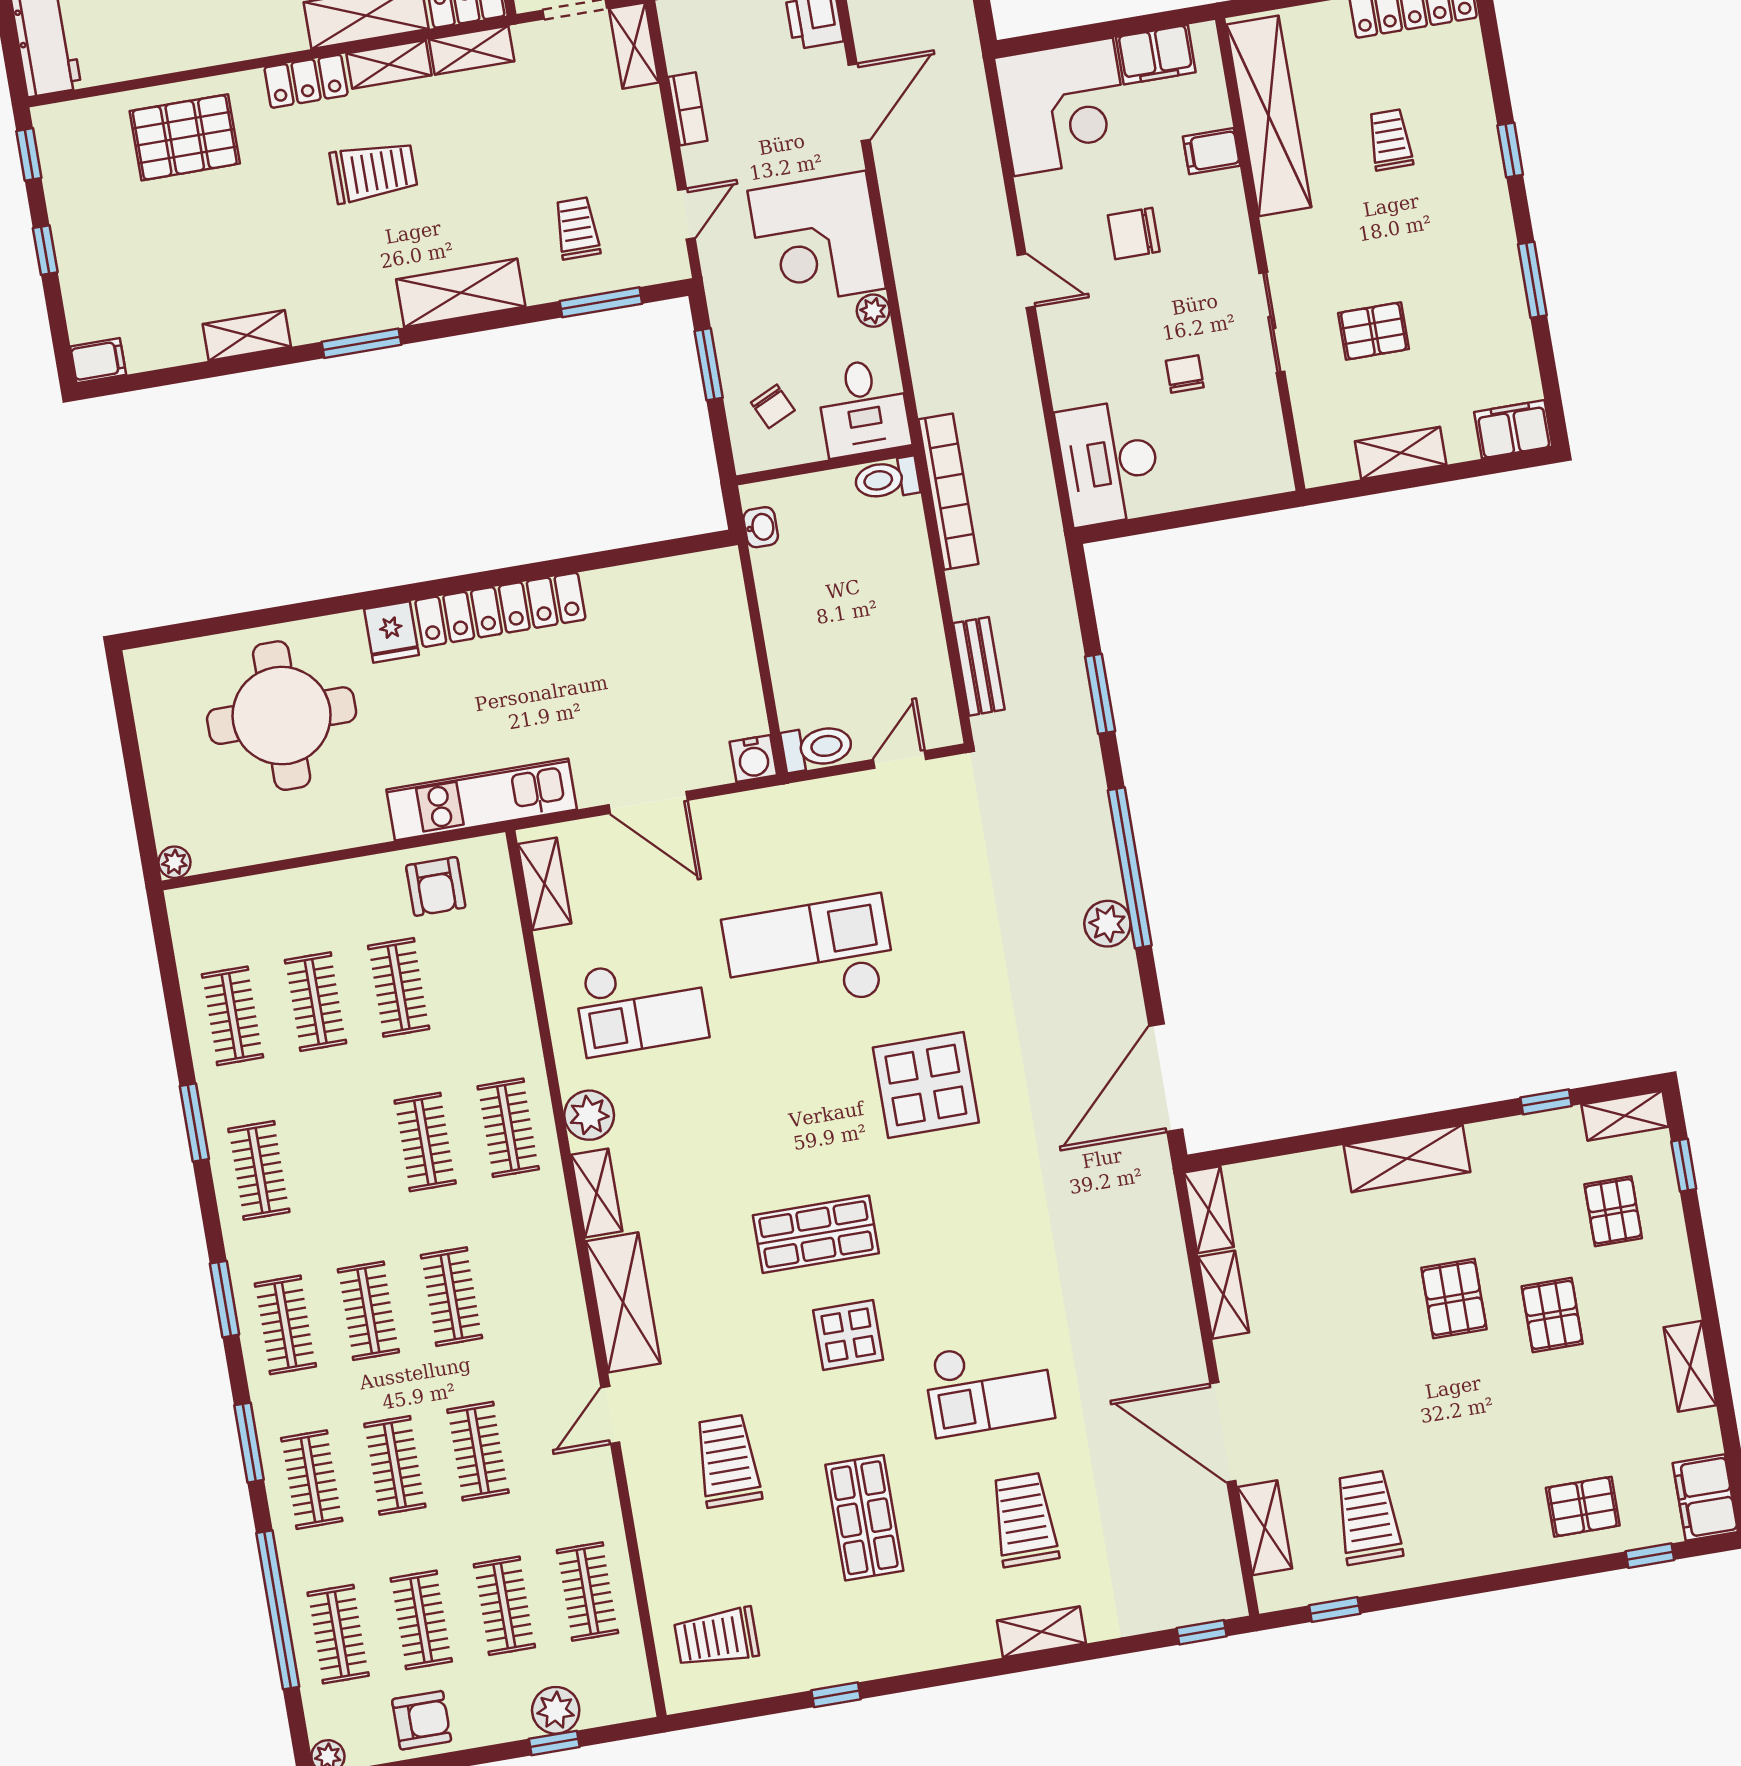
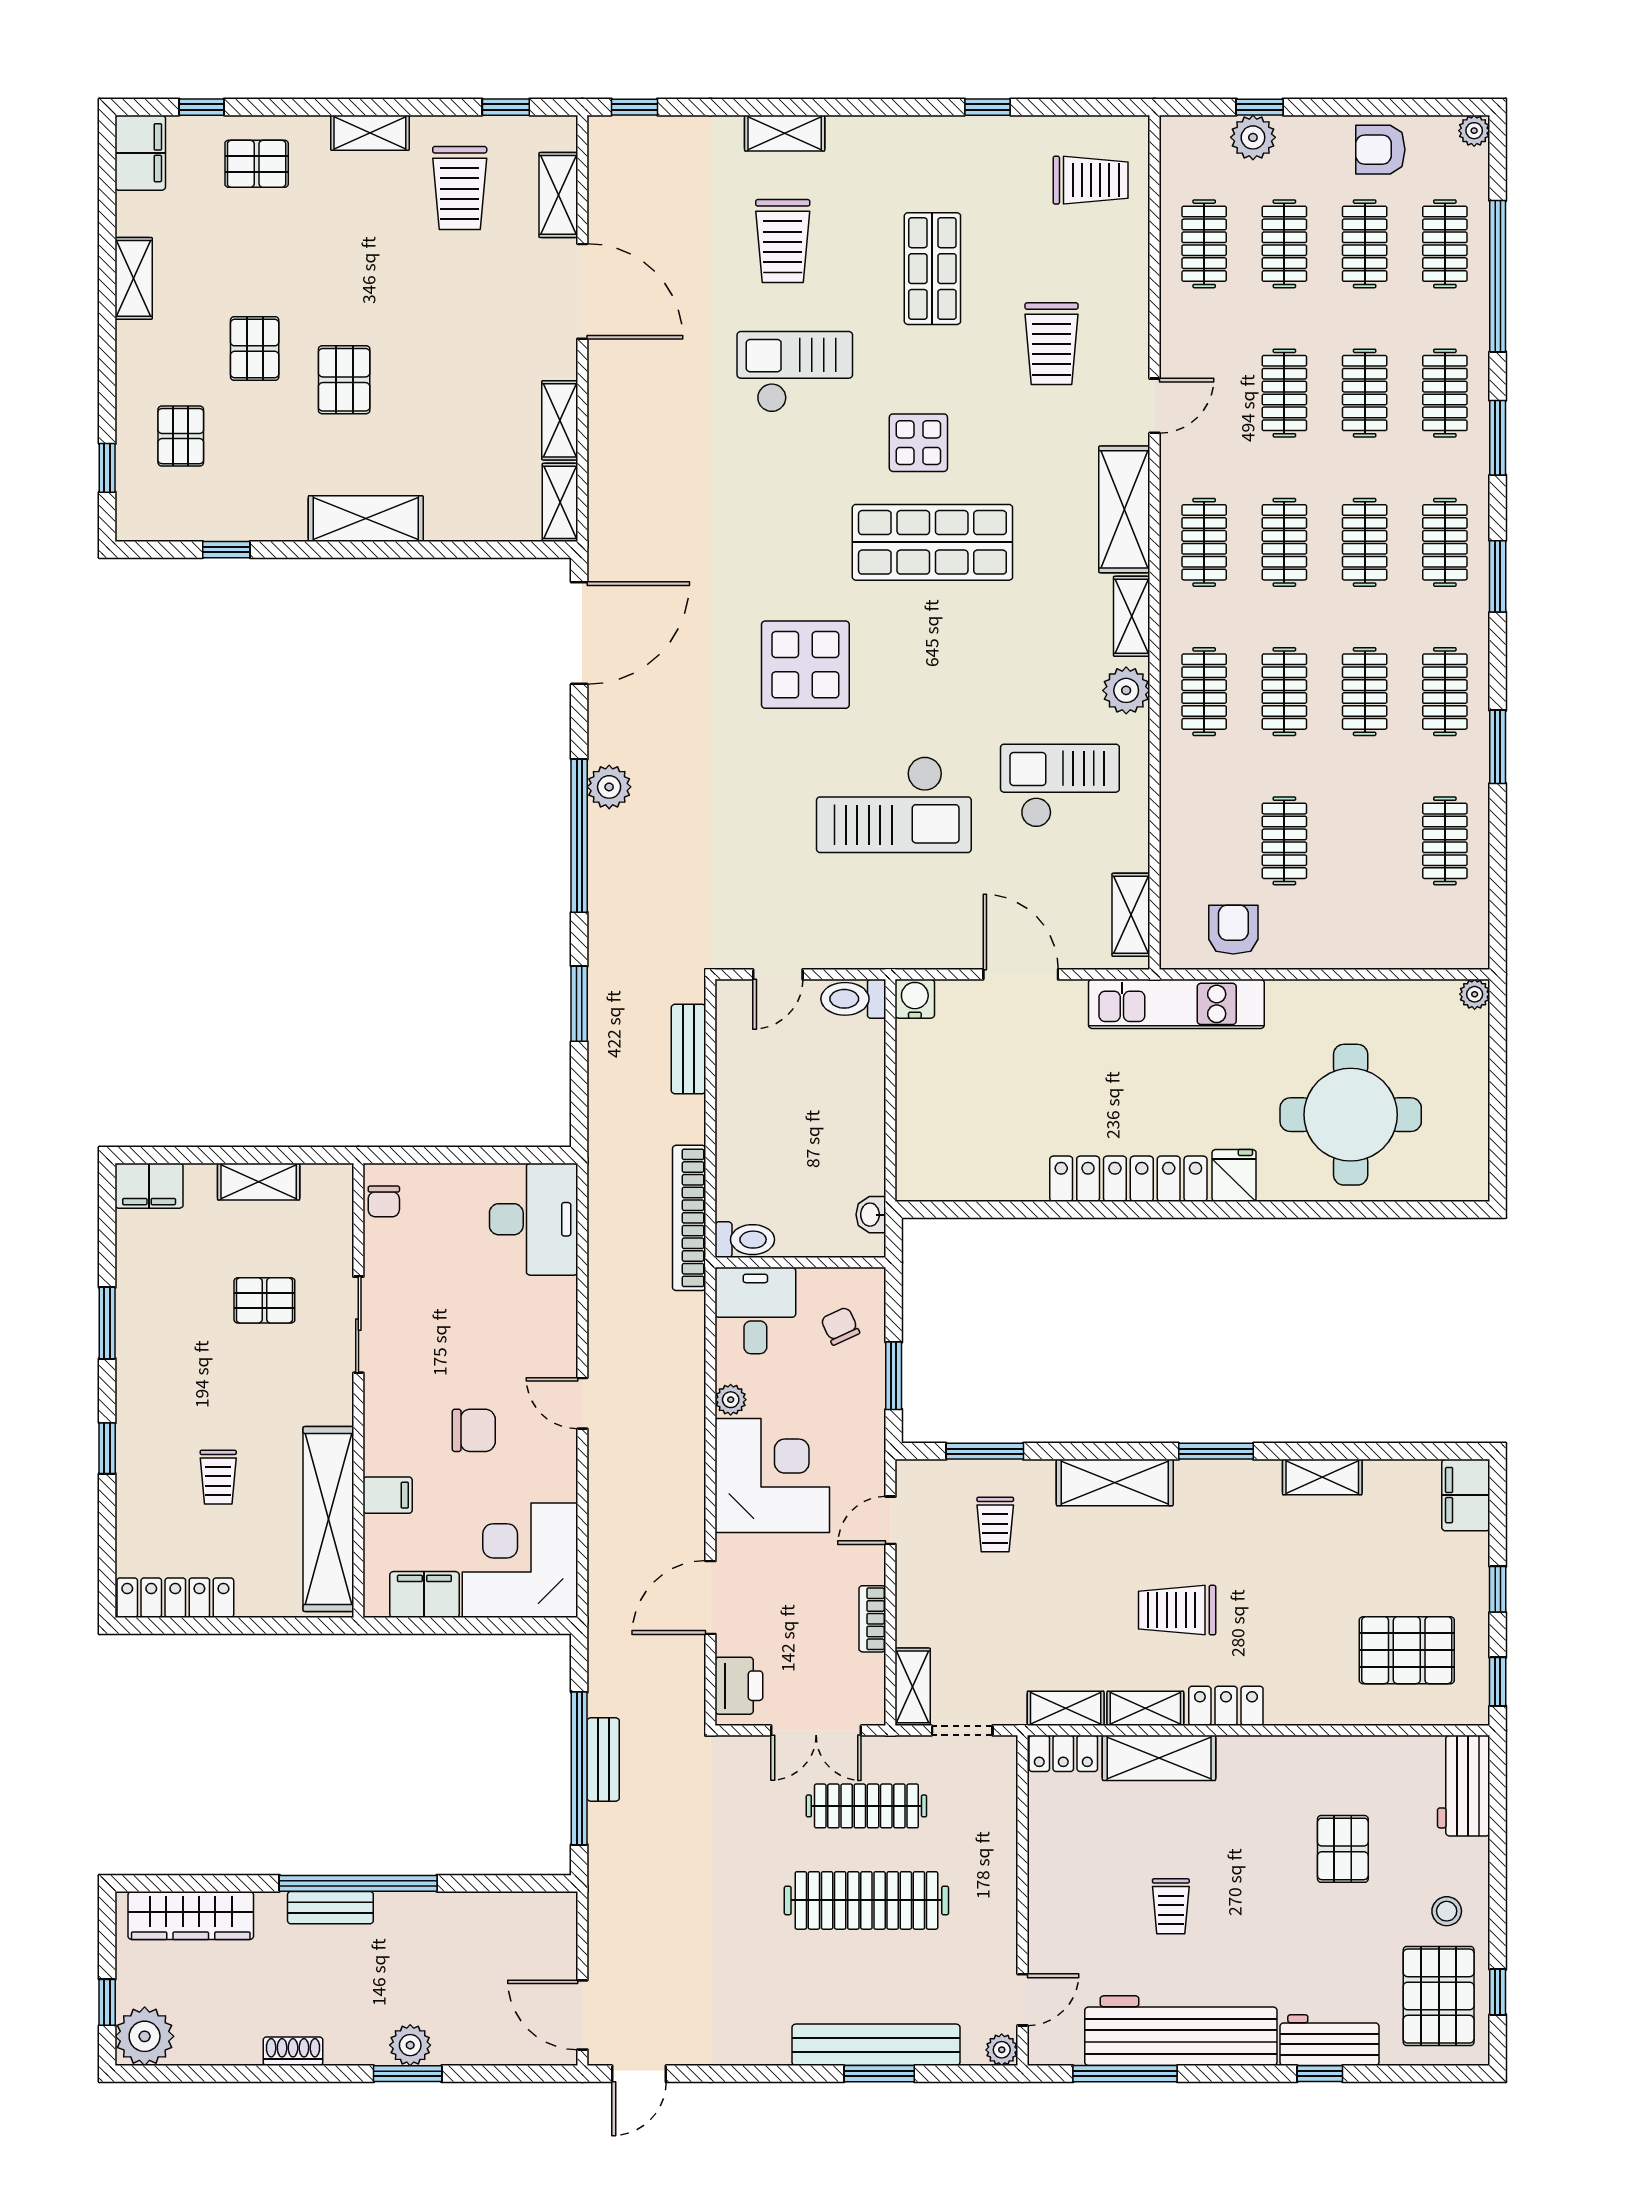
pallet: (185, 137) -> (1407, 1650), moved
filing cabinet: (98, 361) -> (1466, 1495), width x2.00
chair: (1185, 374) -> (384, 1201), moved
clothes rail: (316, 1002) -> (1365, 692), moved
shelving: (1625, 1116) -> (370, 133), moved
shop shelf: (816, 1234) -> (932, 542), width x1.43, depth x1.36
clothes rail: (535, 1282) -> (1204, 542), added

